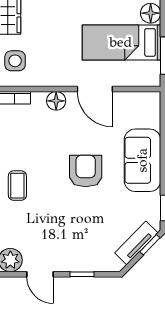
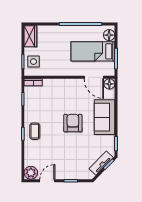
door: (95, 89) -> (94, 77), moved
floor lamp: (56, 101) -> (109, 84), moved
door: (40, 274) -> (47, 181), swing flipped

